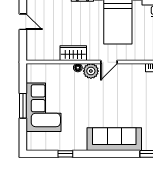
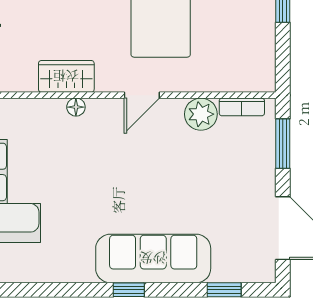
plant: (91, 71) -> (201, 114), moved
window: (65, 154) -> (129, 290), moved

